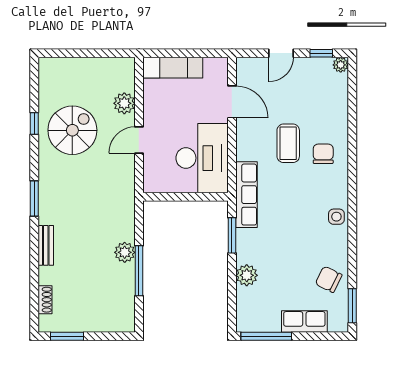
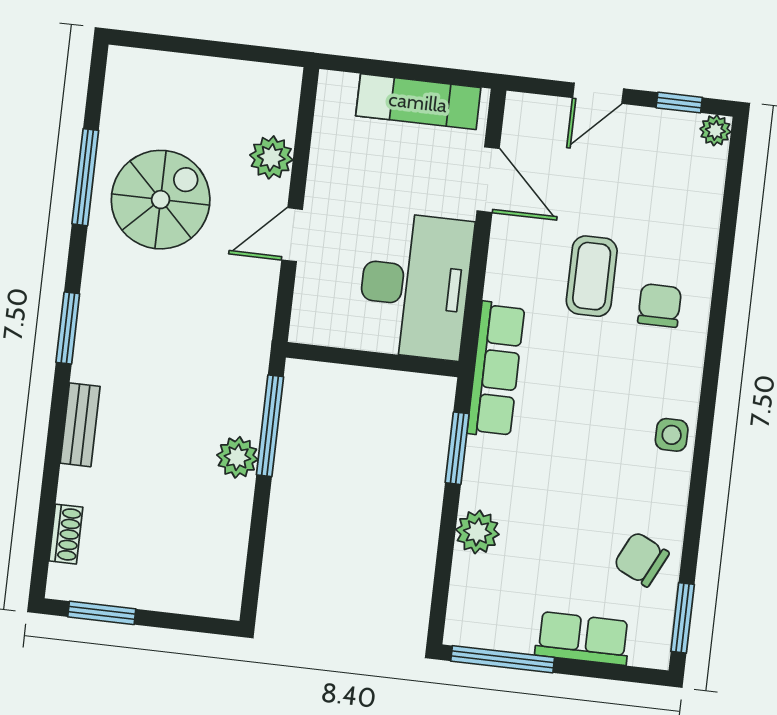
exam couch: (173, 68) -> (418, 102), moved
window: (34, 124) -> (85, 177), width x2.17
window: (139, 271) -> (270, 426), moved

